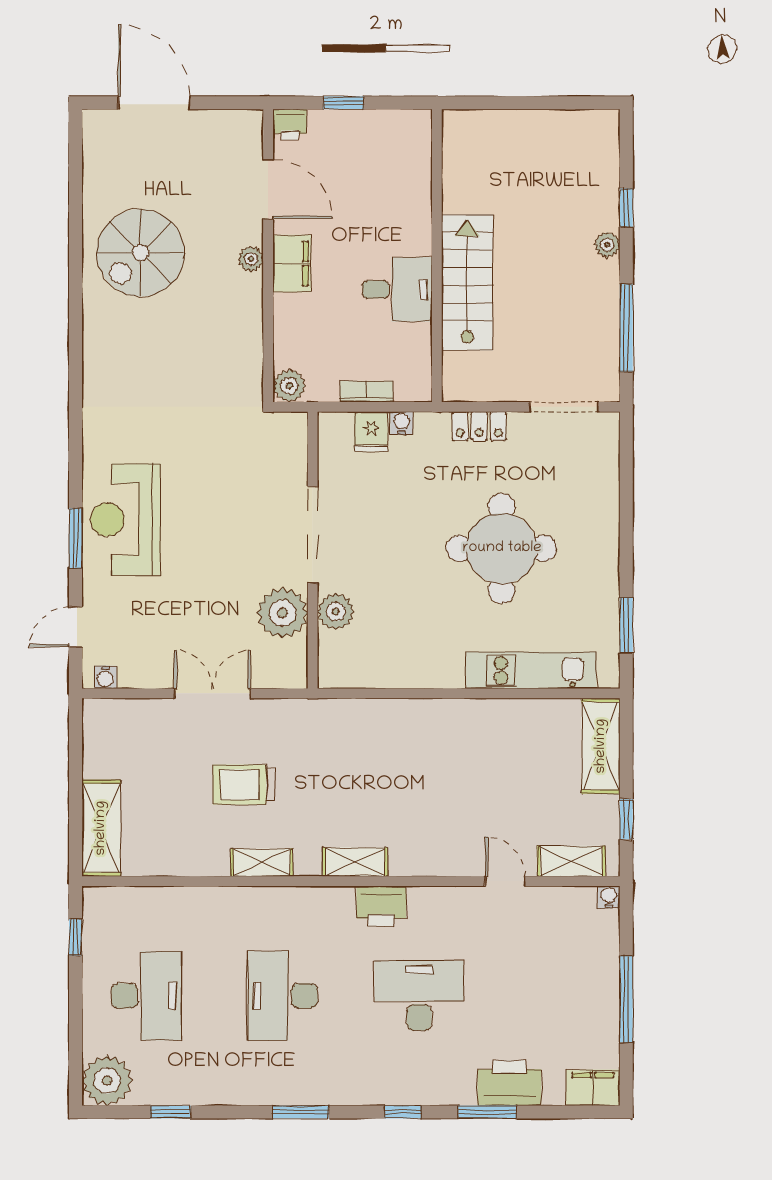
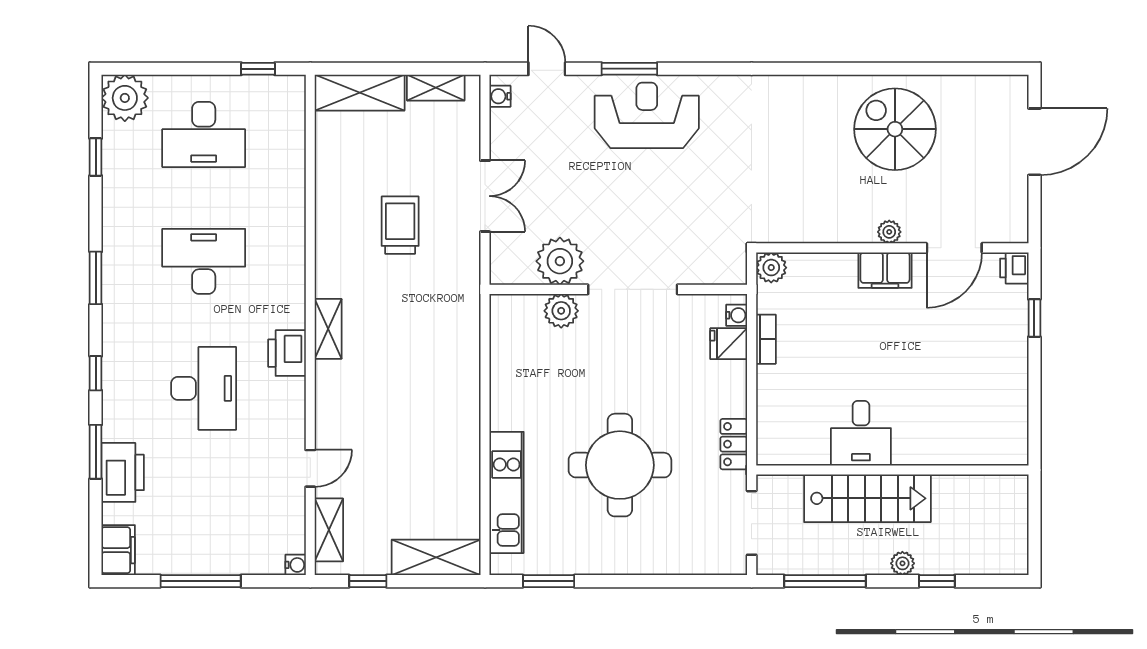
wall: (437, 256) -> (892, 470), moved
stairs: (467, 282) -> (867, 498), moved
desk: (397, 289) -> (861, 433), moved
water cooler: (402, 423) -> (737, 315), moved
shelving: (262, 862) -> (436, 88), moved, turned 90

